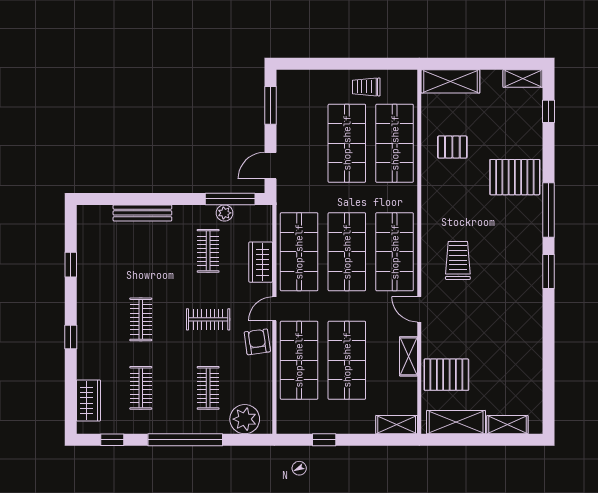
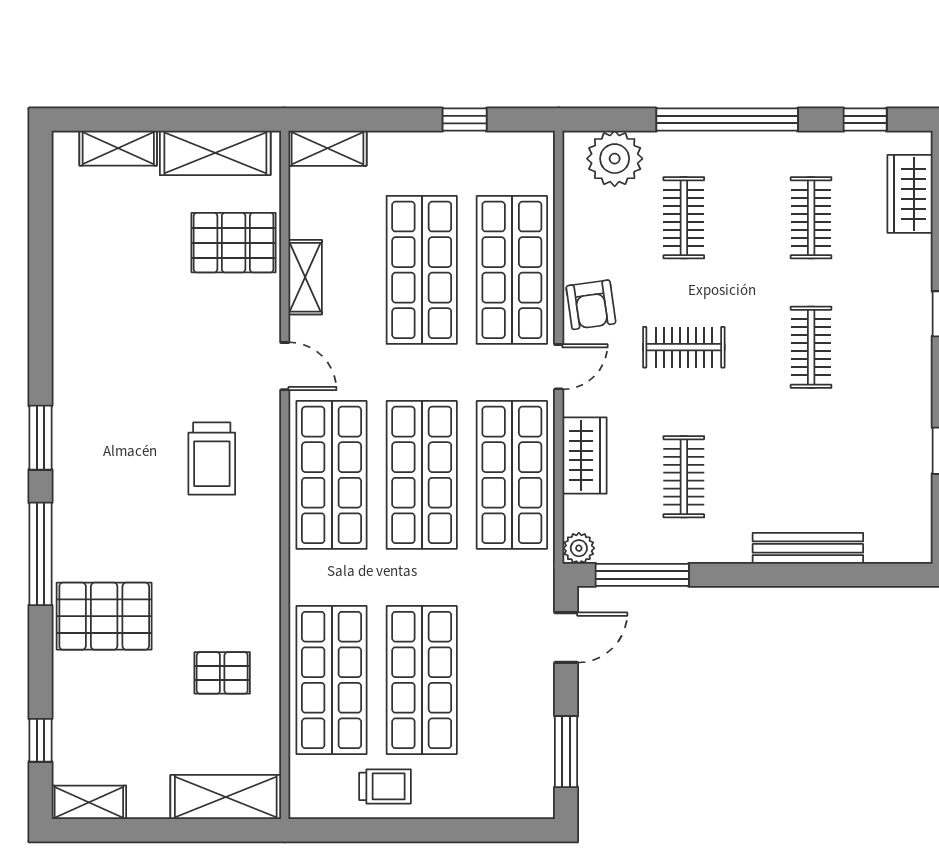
plant: (224, 213) -> (579, 548), moved

